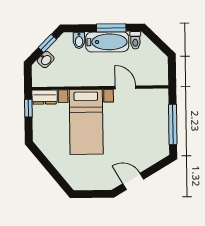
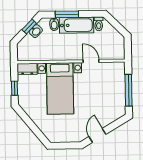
window: (111, 28) -> (67, 14), moved
washbasin: (46, 60) -> (36, 31), moved
window: (28, 108) -> (14, 88), moved
door: (133, 181) -> (97, 135), hinge flipped

